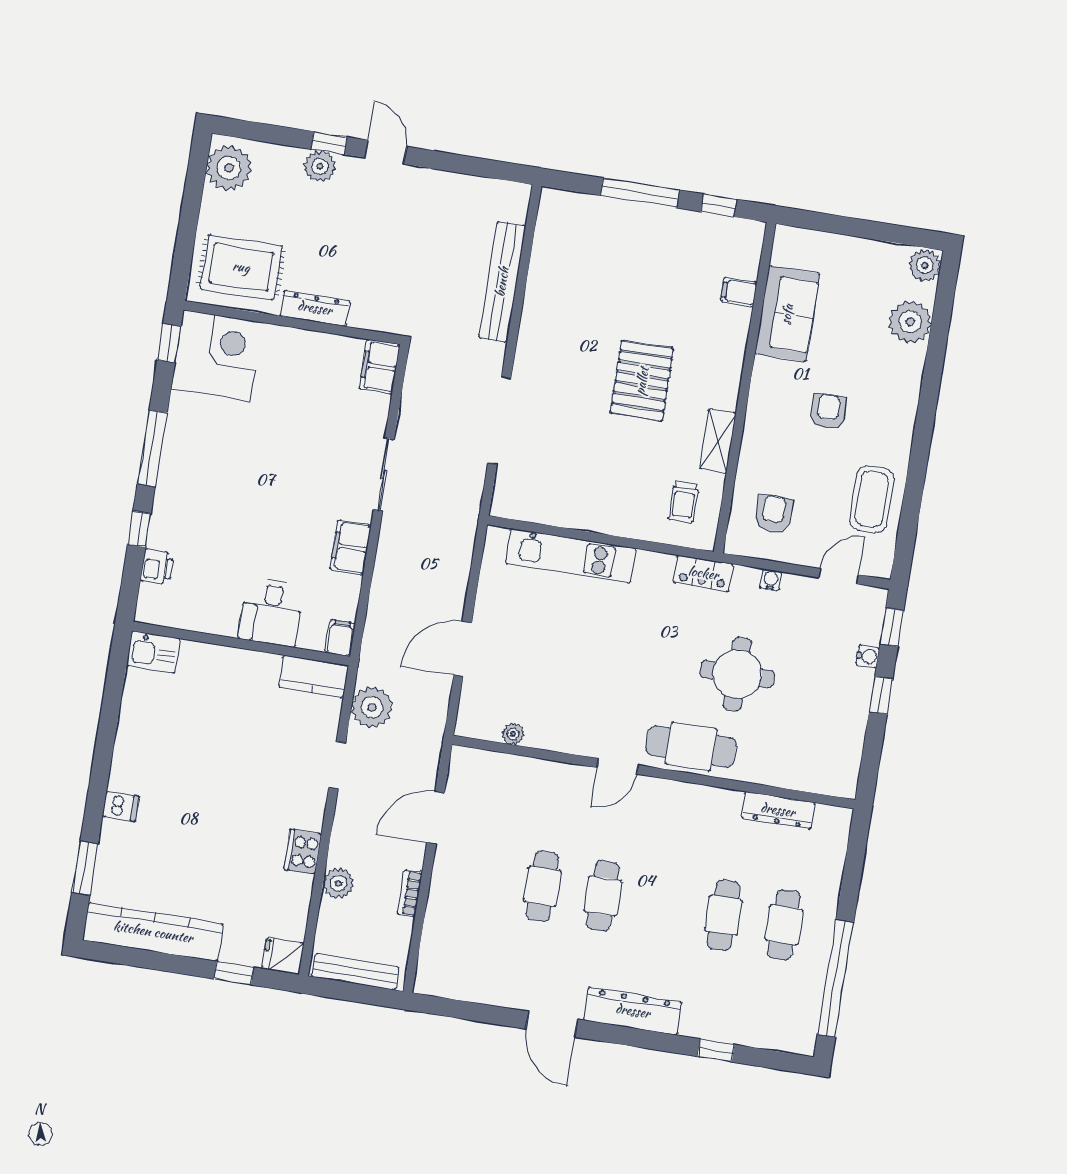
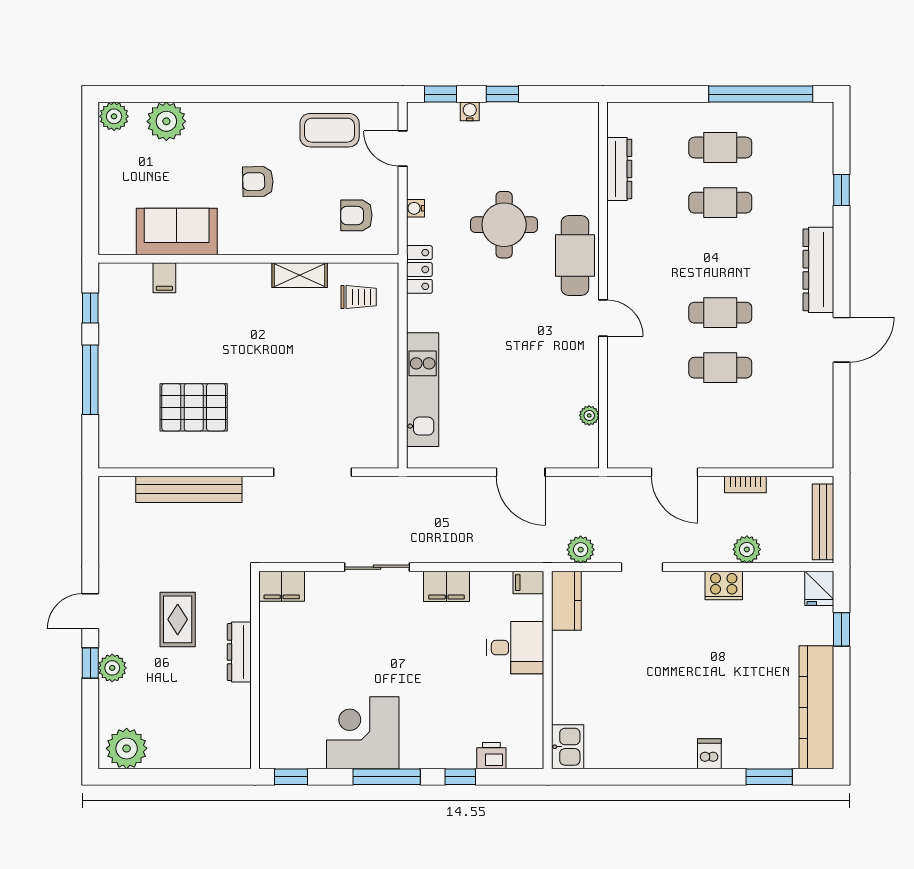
rug: (241, 267) -> (178, 619), moved, width x0.73, depth x0.70
corner desk: (217, 355) -> (363, 733), moved
pallet: (642, 381) -> (194, 407), moved
plant: (372, 707) -> (581, 550), width x0.73, depth x0.73

